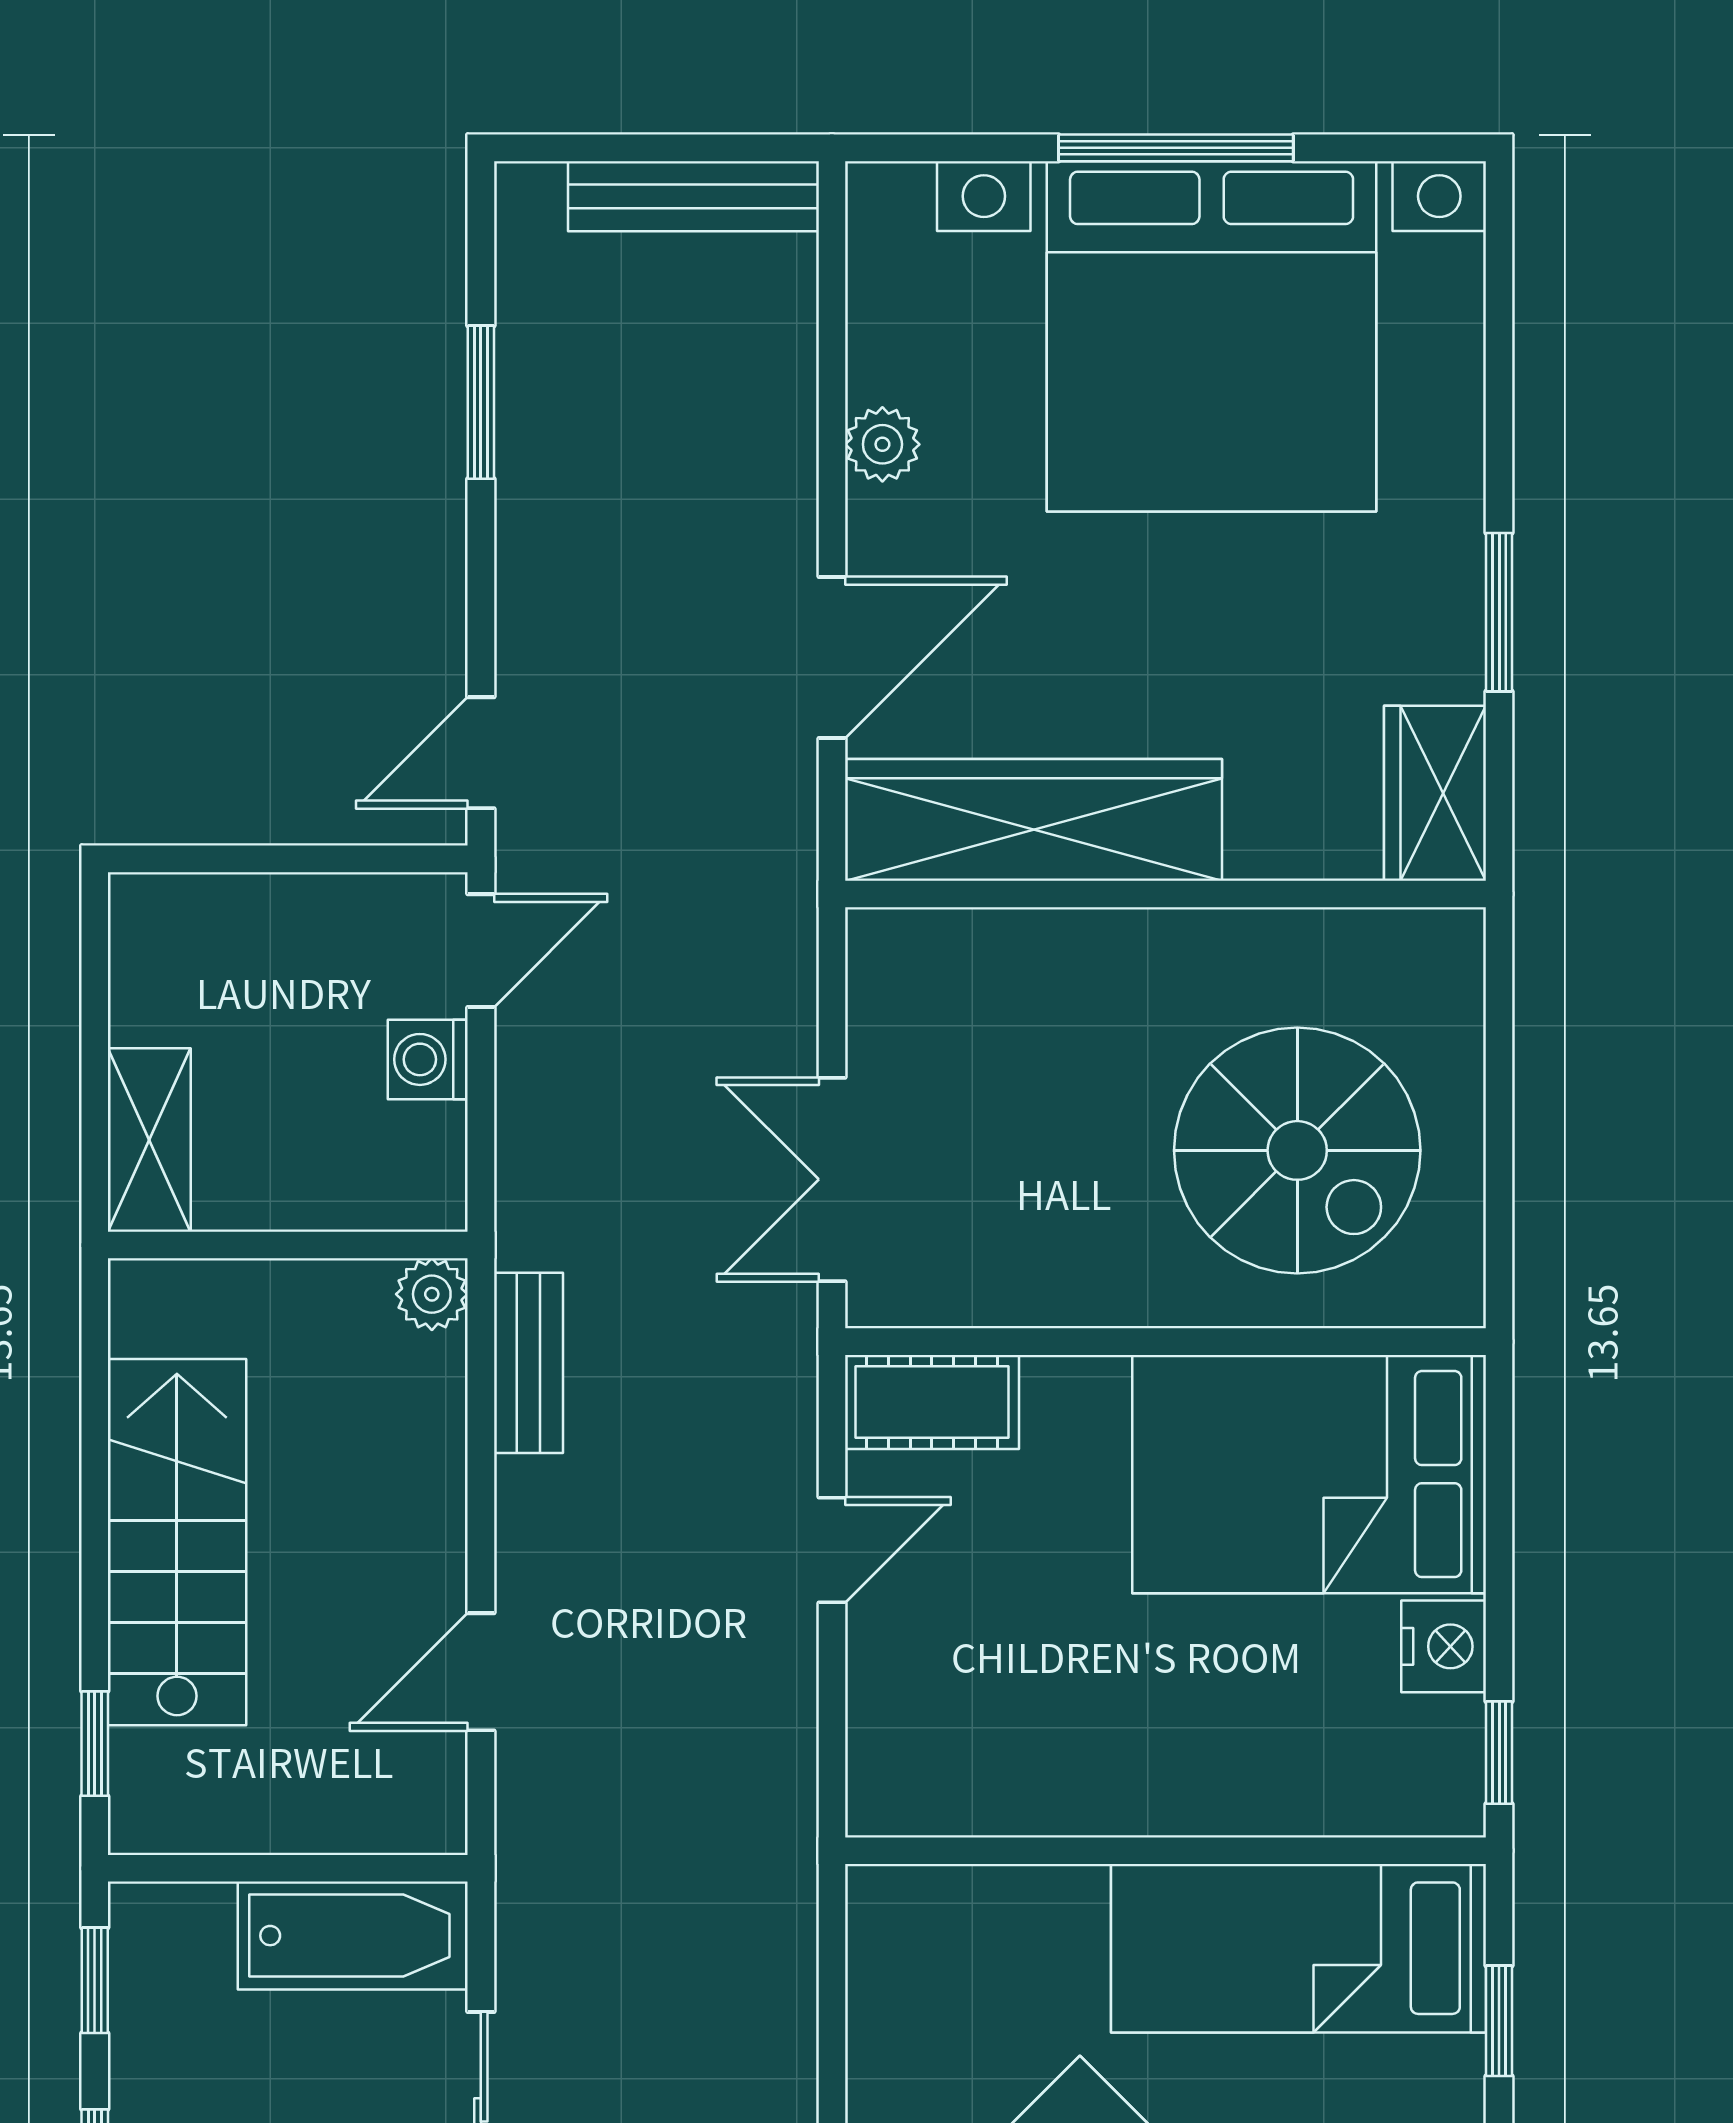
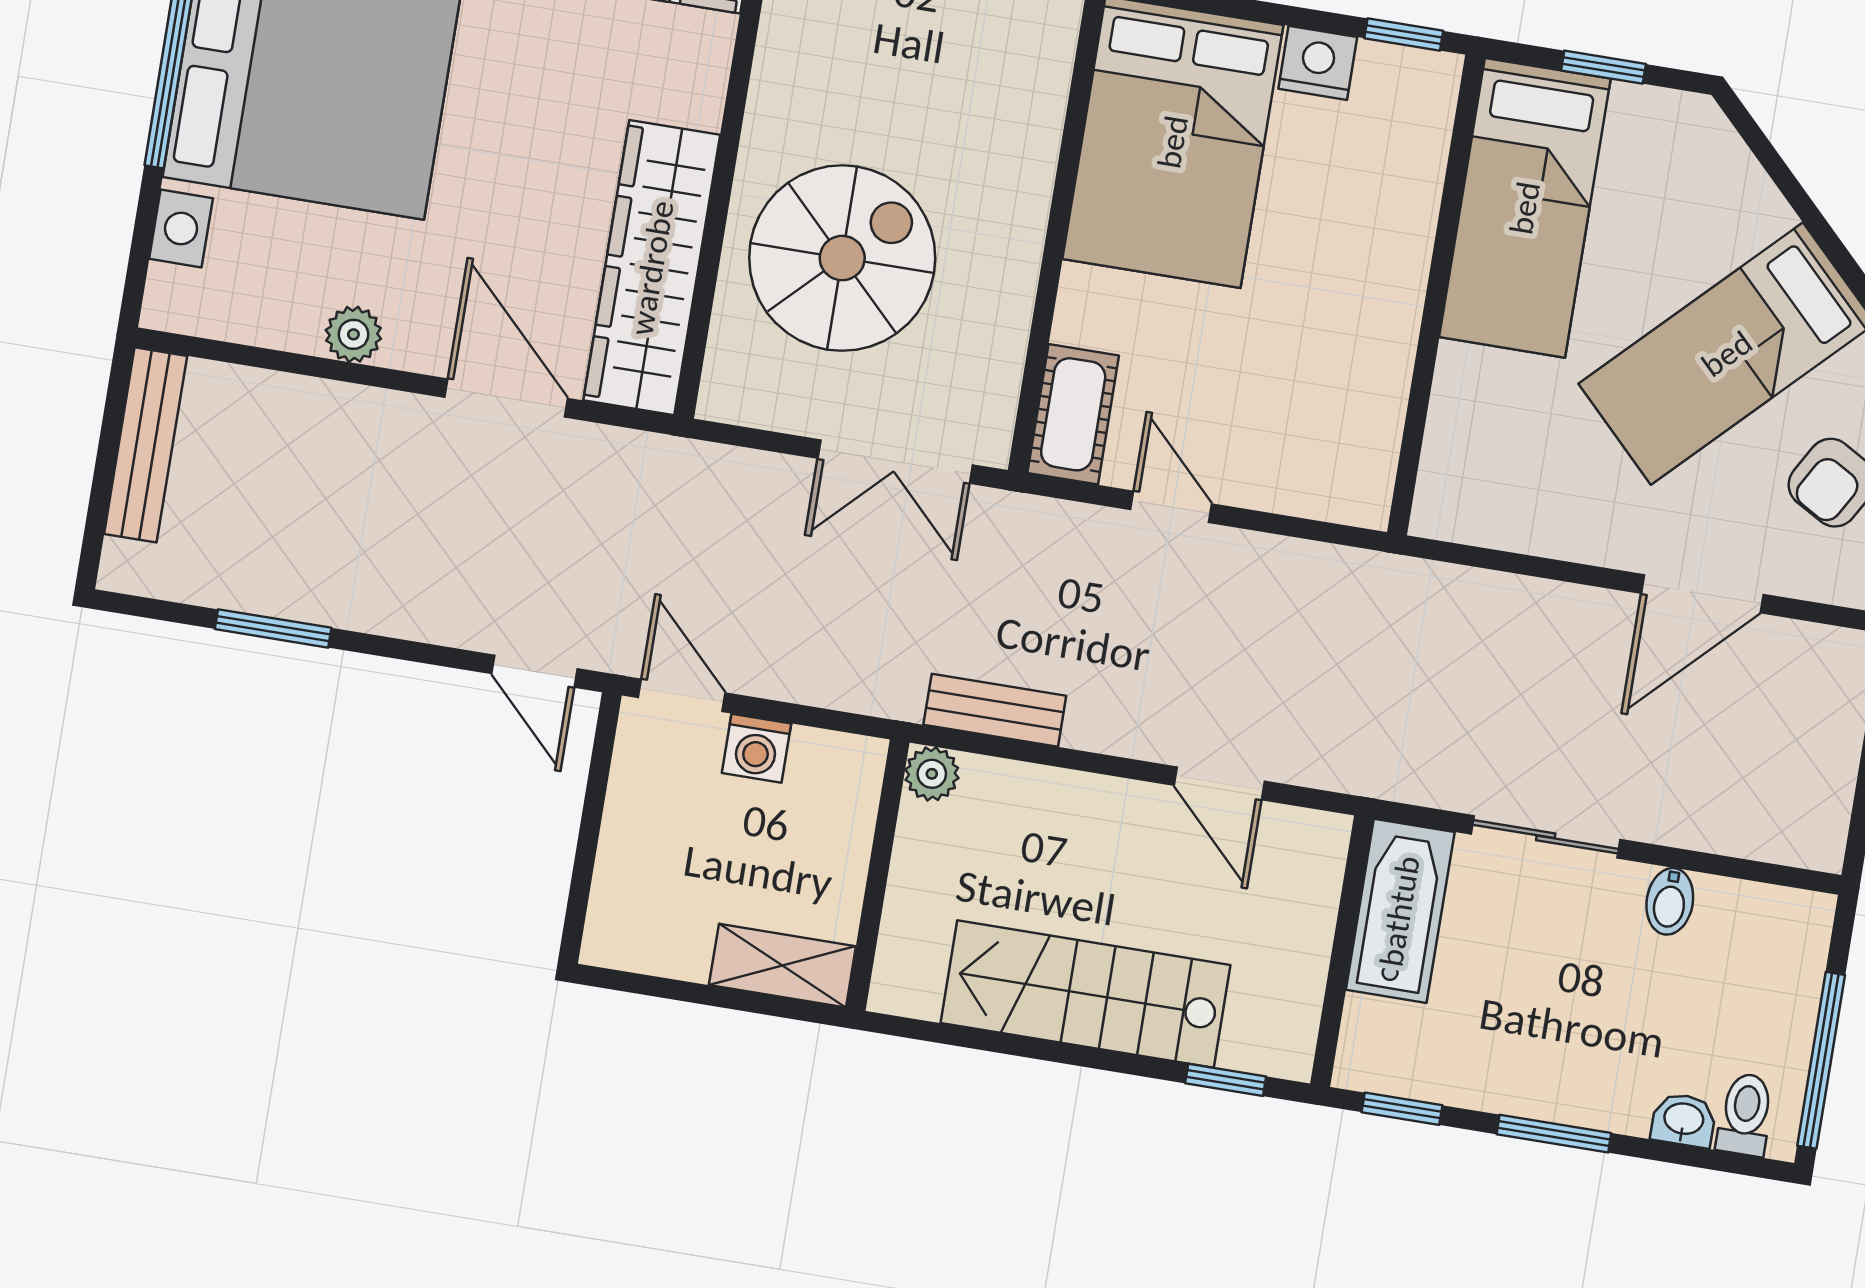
spiral stairs: (1297, 1150) -> (842, 258), moved

